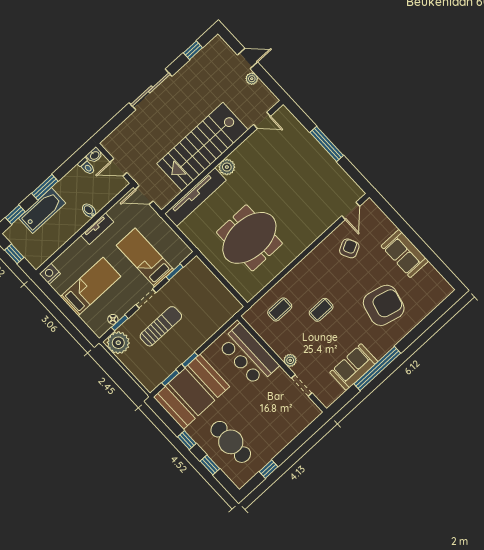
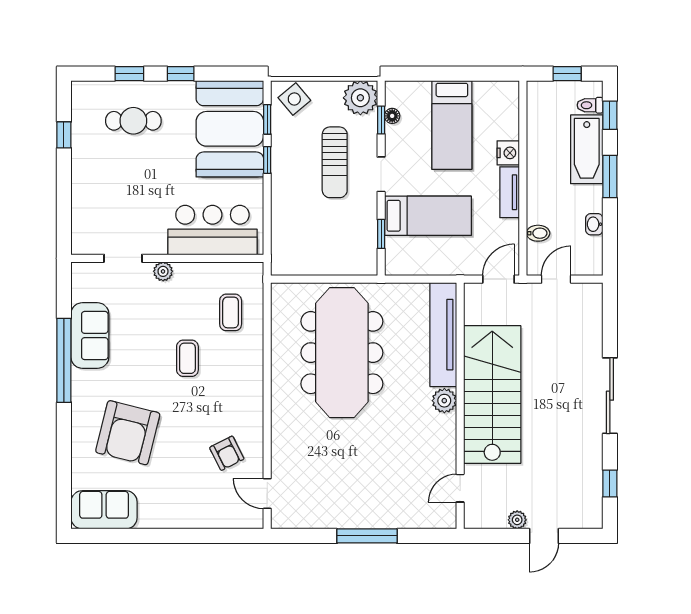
washbasin: (95, 155) -> (594, 224), moved
toilet: (87, 166) -> (590, 105), moved
bidet: (89, 211) -> (538, 233), moved
meeting table: (249, 238) -> (342, 353), width x1.36
sofa: (405, 254) -> (104, 510), moved
nightstand: (50, 274) -> (508, 153), moved
side table: (148, 374) -> (294, 99), added
cafe table: (231, 442) -> (133, 121), width x0.73, depth x0.74

